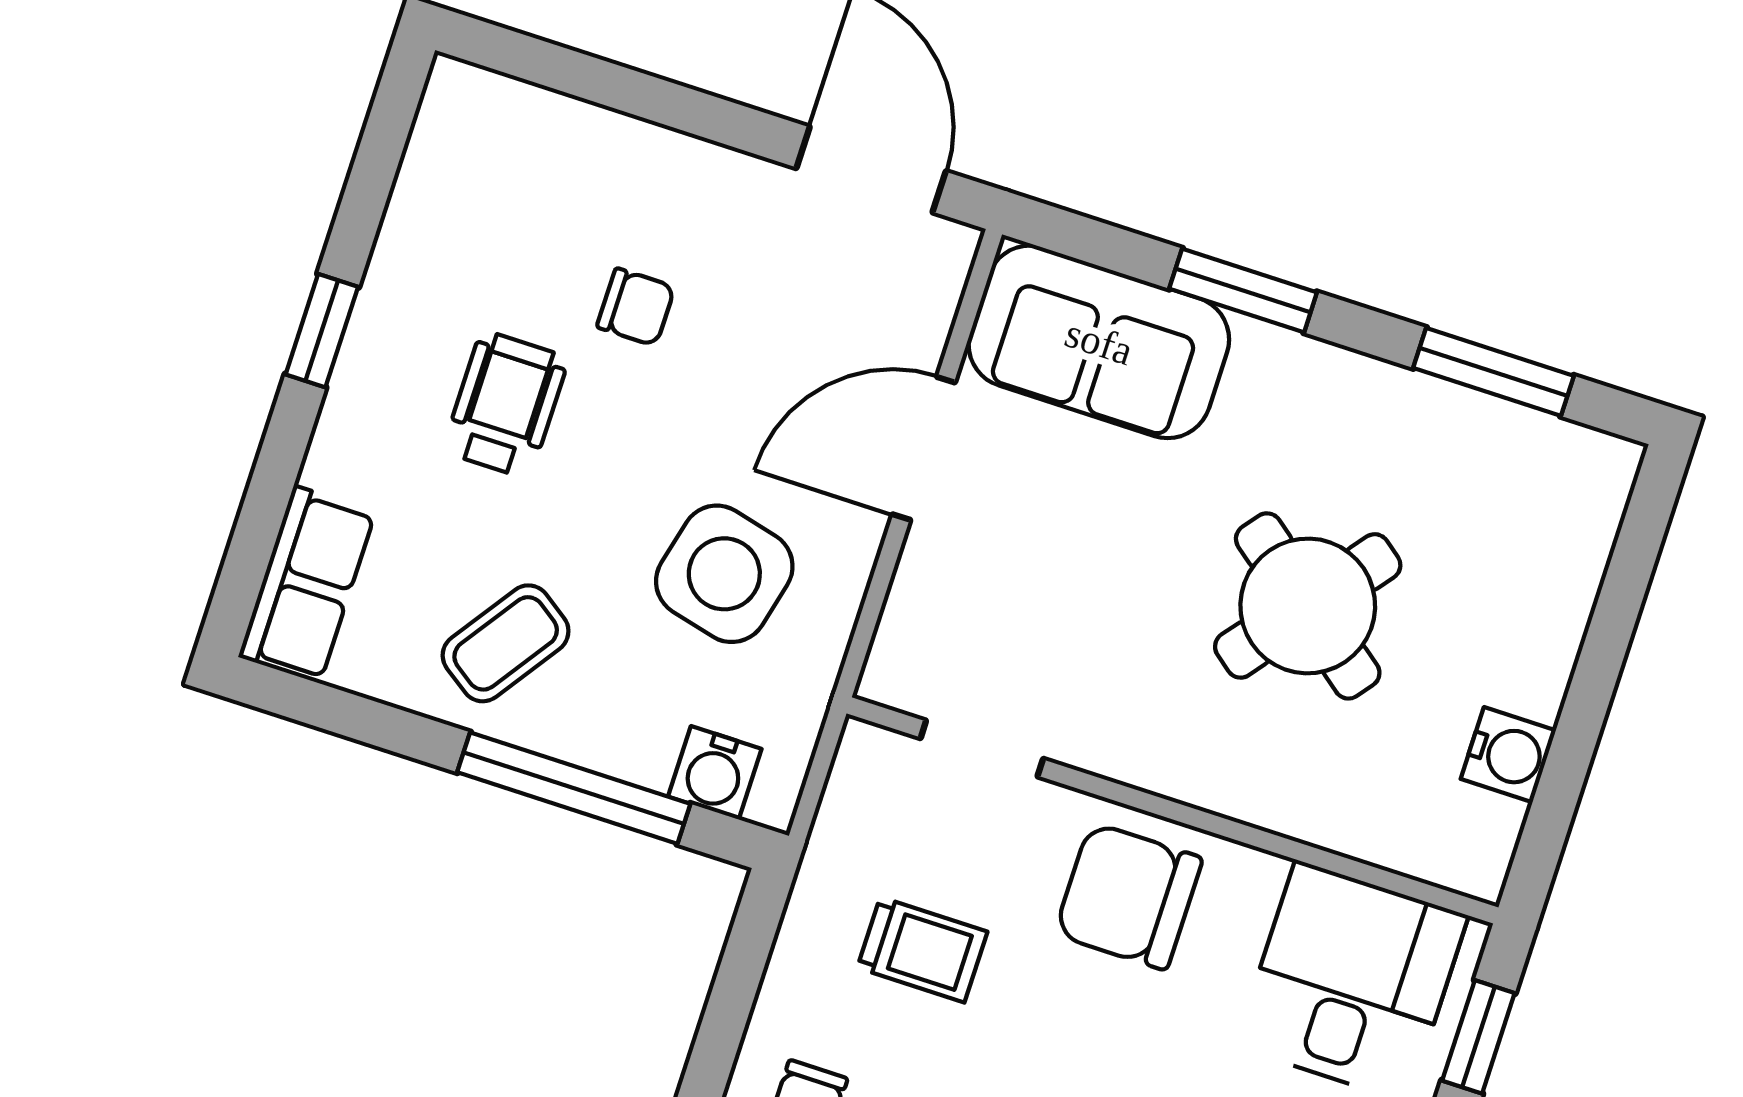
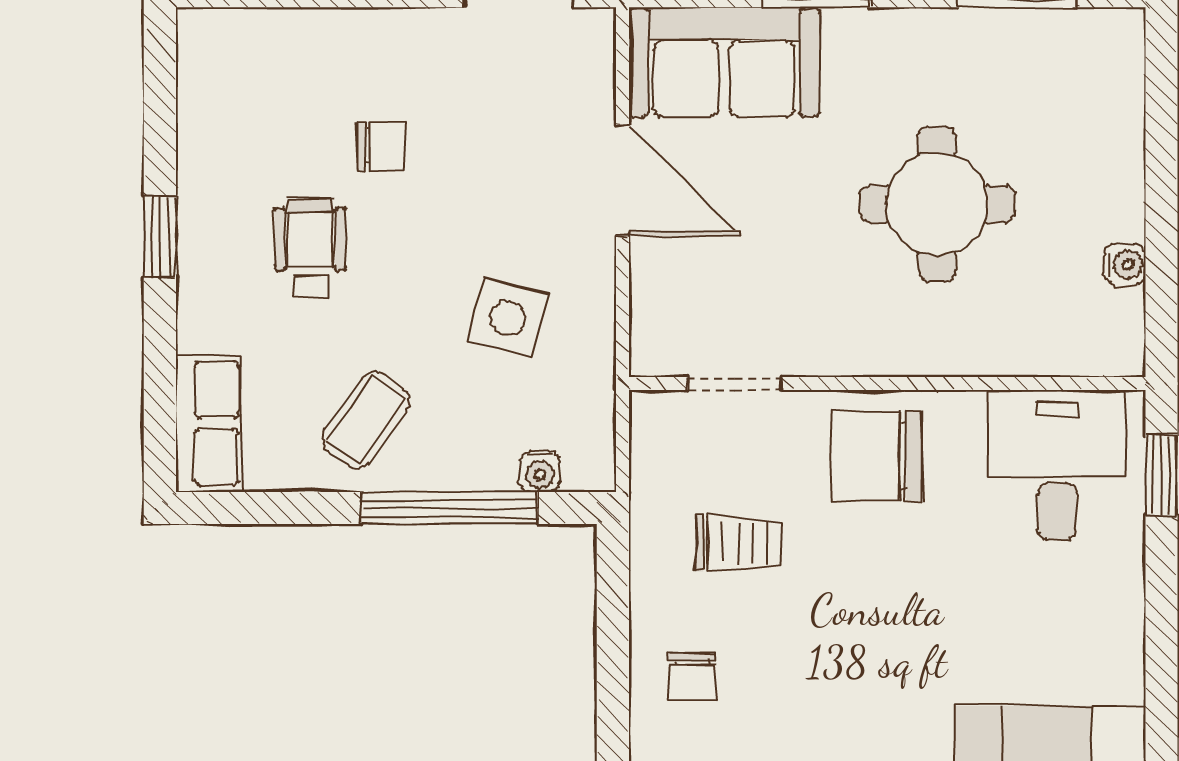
door: (924, 448) -> (622, 180), swing flipped
side table: (724, 574) -> (508, 318), width x0.73, depth x0.73
round table: (1308, 606) -> (937, 204), turned -38
water cooler: (1508, 755) -> (1125, 264), width x0.72, depth x0.72
water cooler: (715, 773) -> (540, 472), width x0.72, depth x0.72

